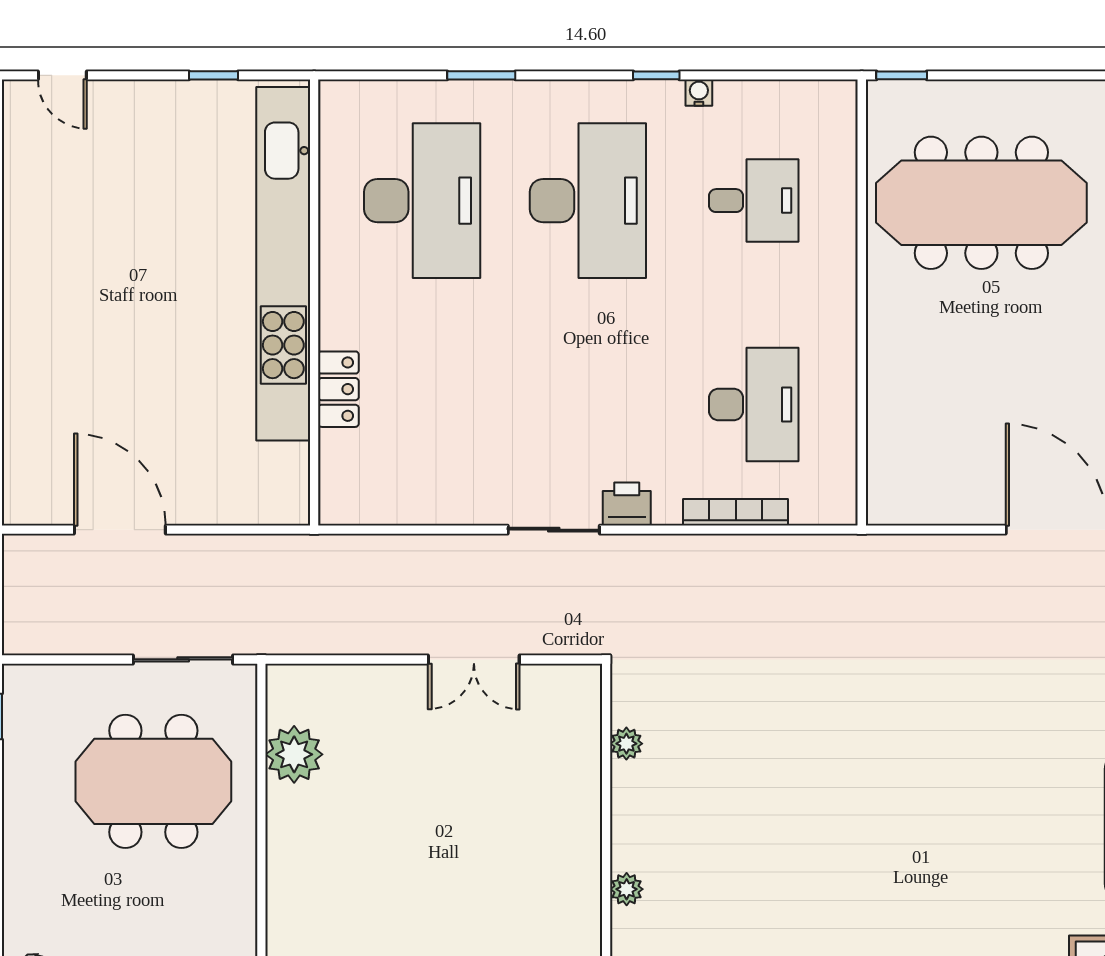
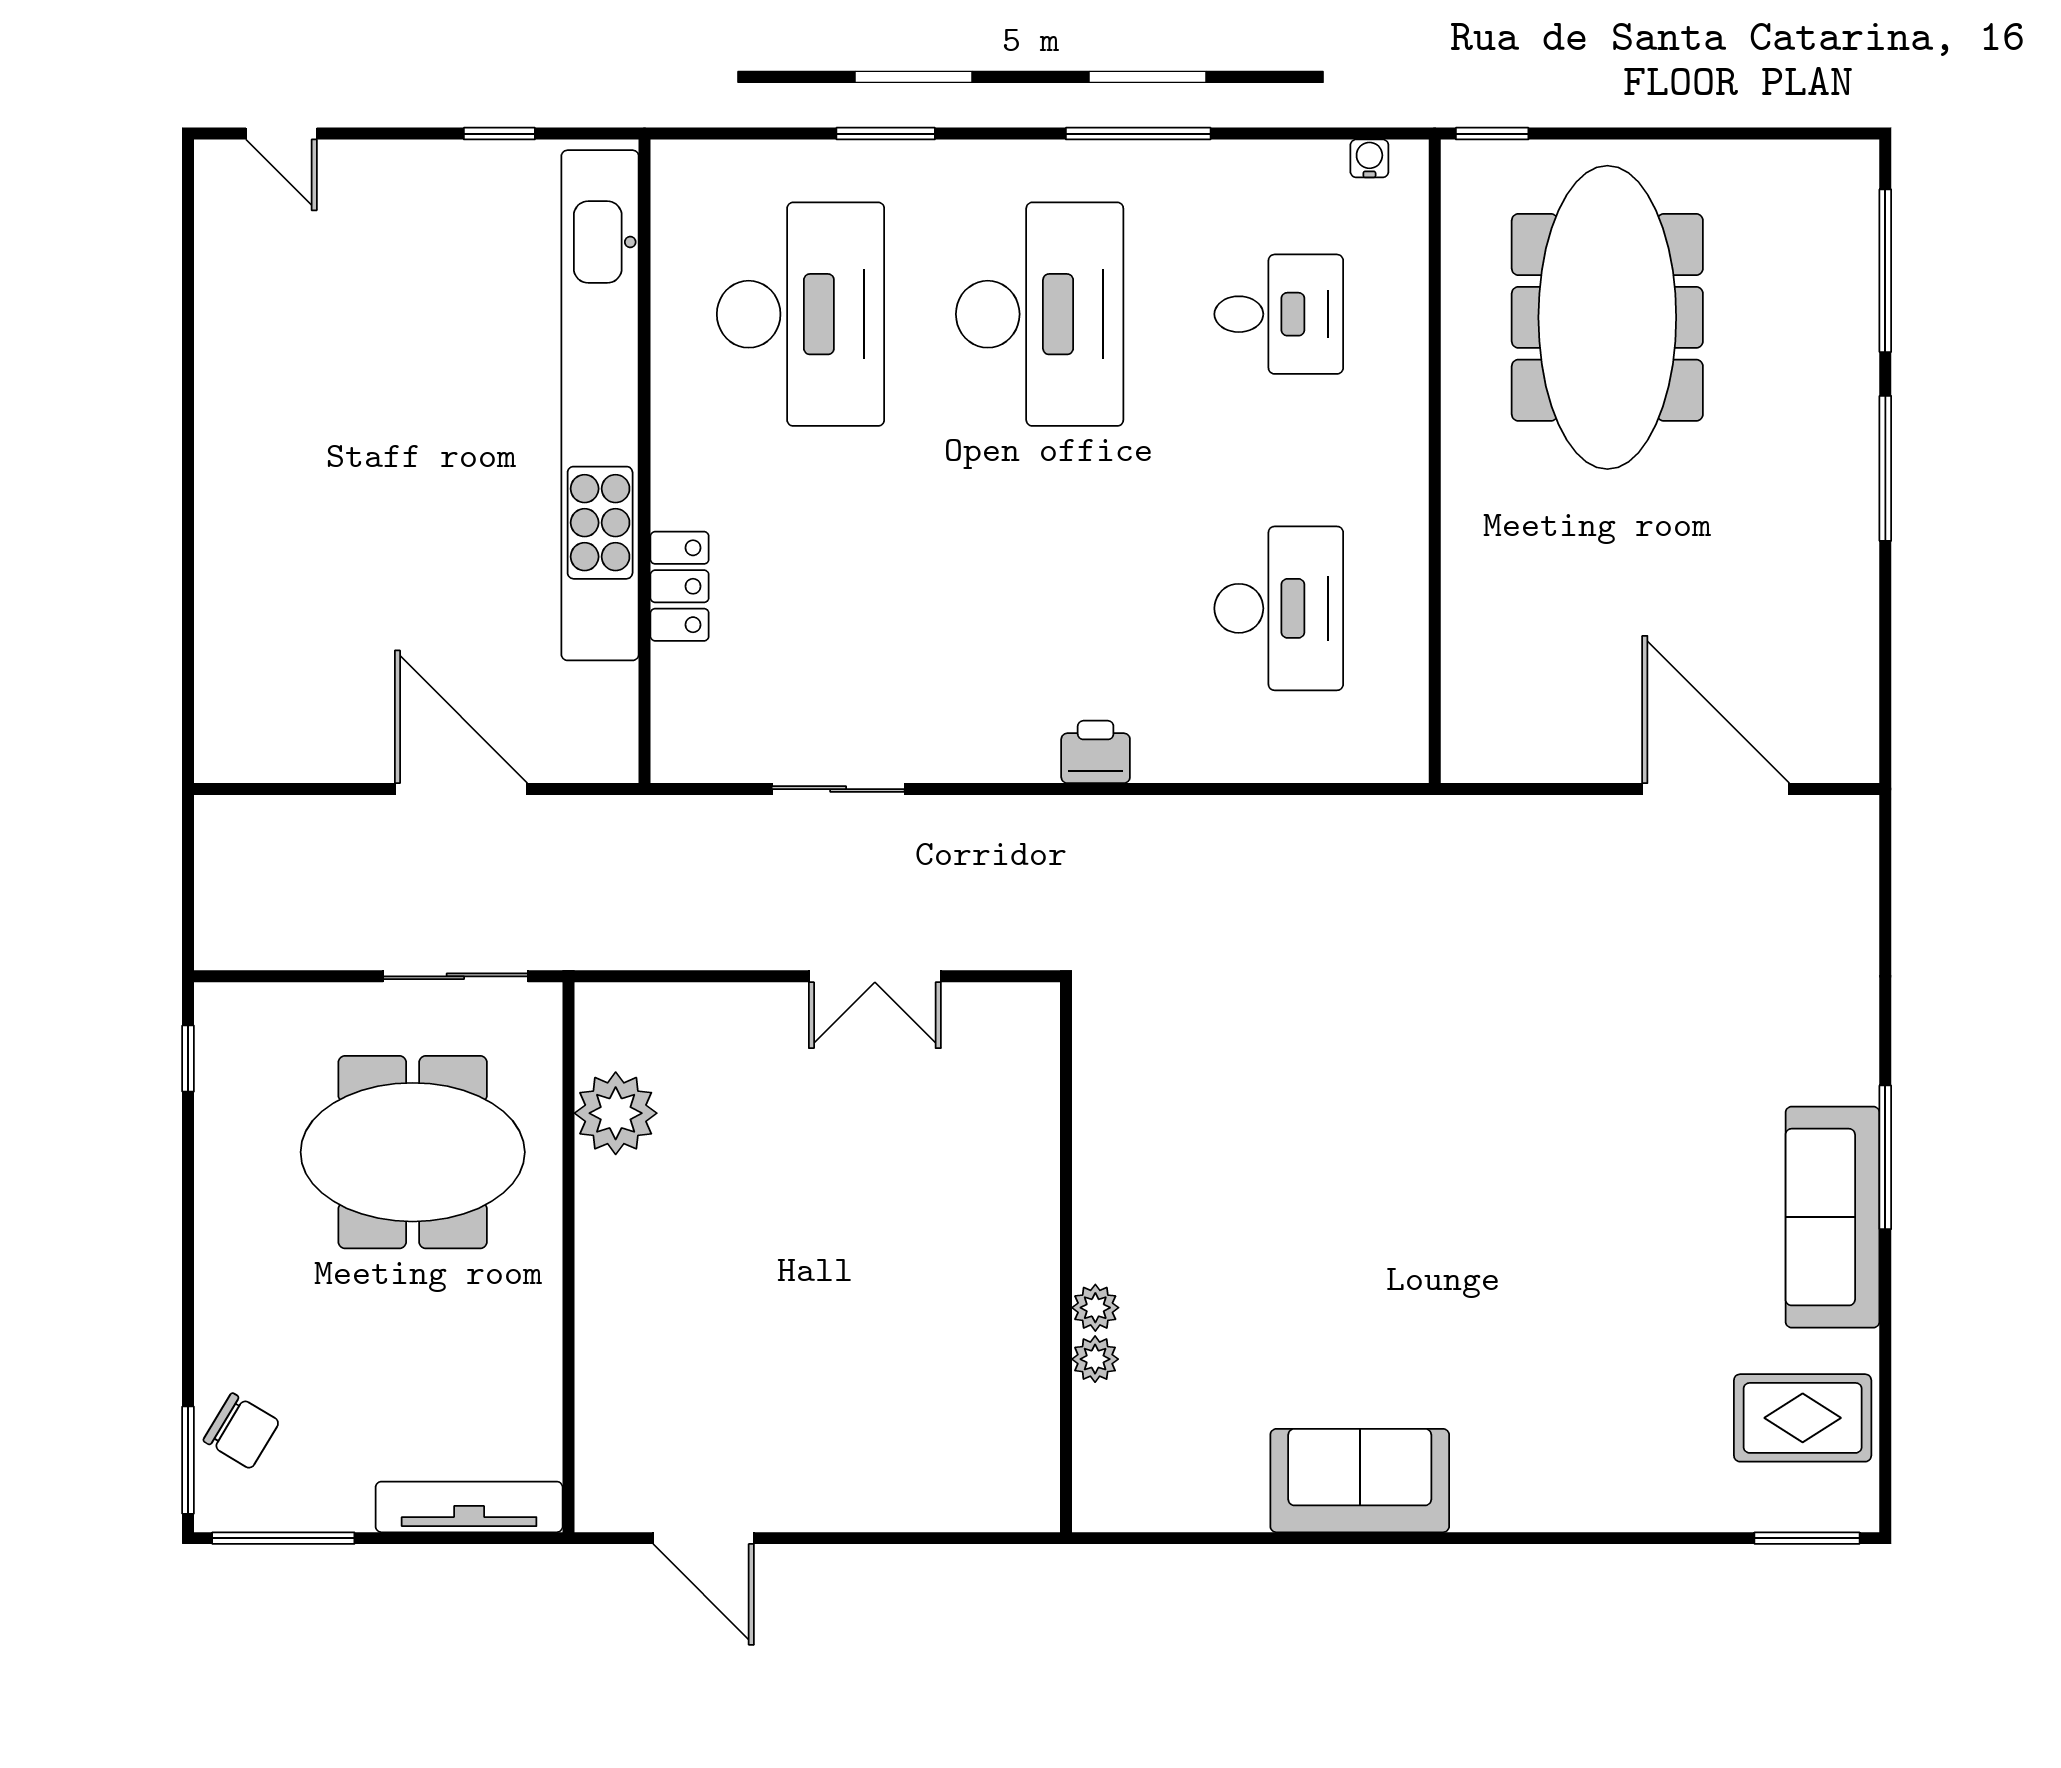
window: (656, 75) -> (1138, 134), width x2.17
water cooler: (699, 93) -> (1369, 158), moved
meeting table: (981, 203) -> (1607, 317), turned 90
bookcase: (736, 512) -> (1253, 764), removed
door: (120, 530) -> (461, 789), moved
sliding door: (554, 530) -> (838, 789), moved
plant: (626, 744) -> (1095, 1359), moved

